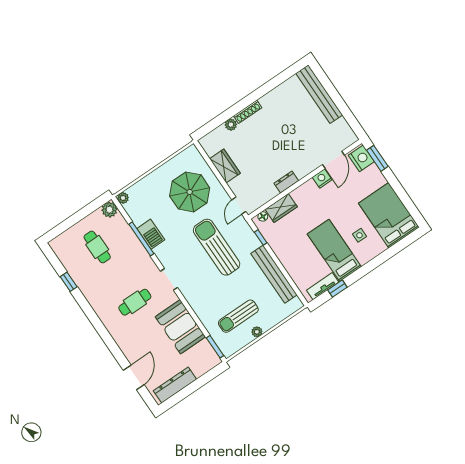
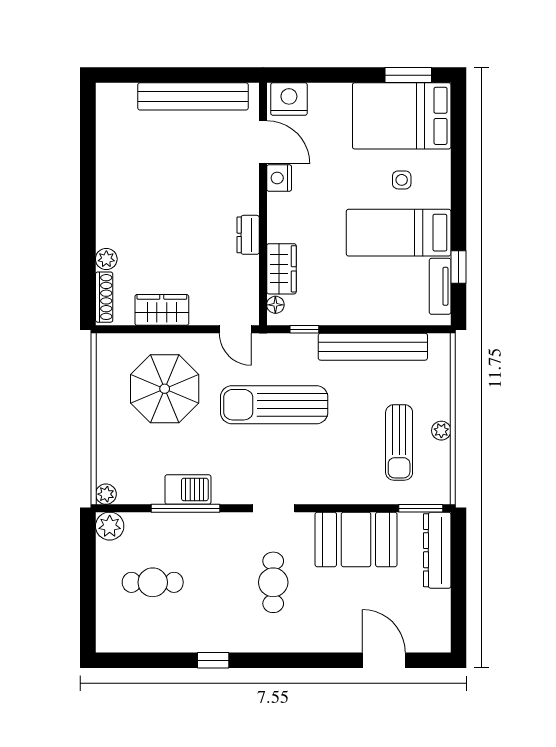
bench: (319, 94) -> (193, 96), moved
shoe rack: (248, 112) -> (104, 297), moved
window: (377, 158) -> (408, 75), moved
window: (69, 282) -> (213, 660), moved
dresser: (175, 385) -> (437, 550), moved

